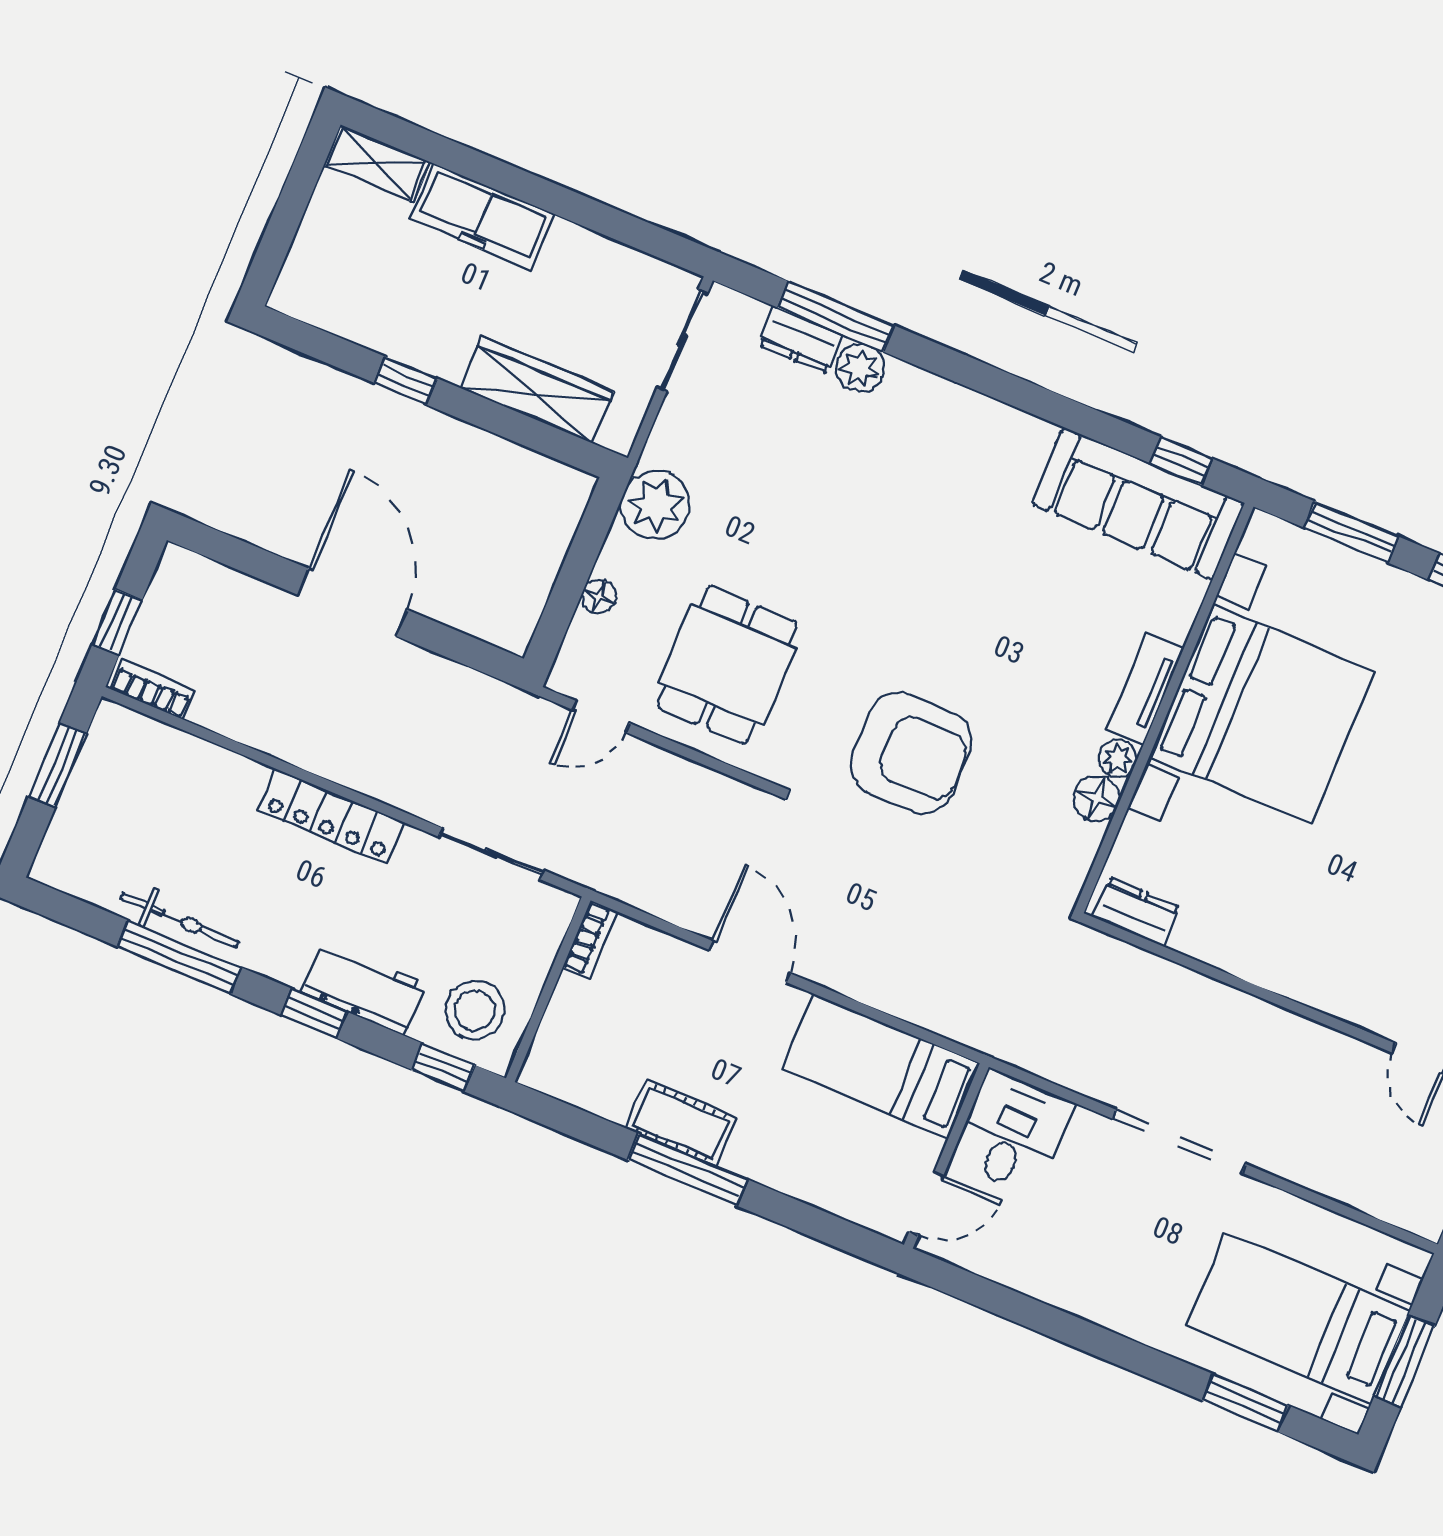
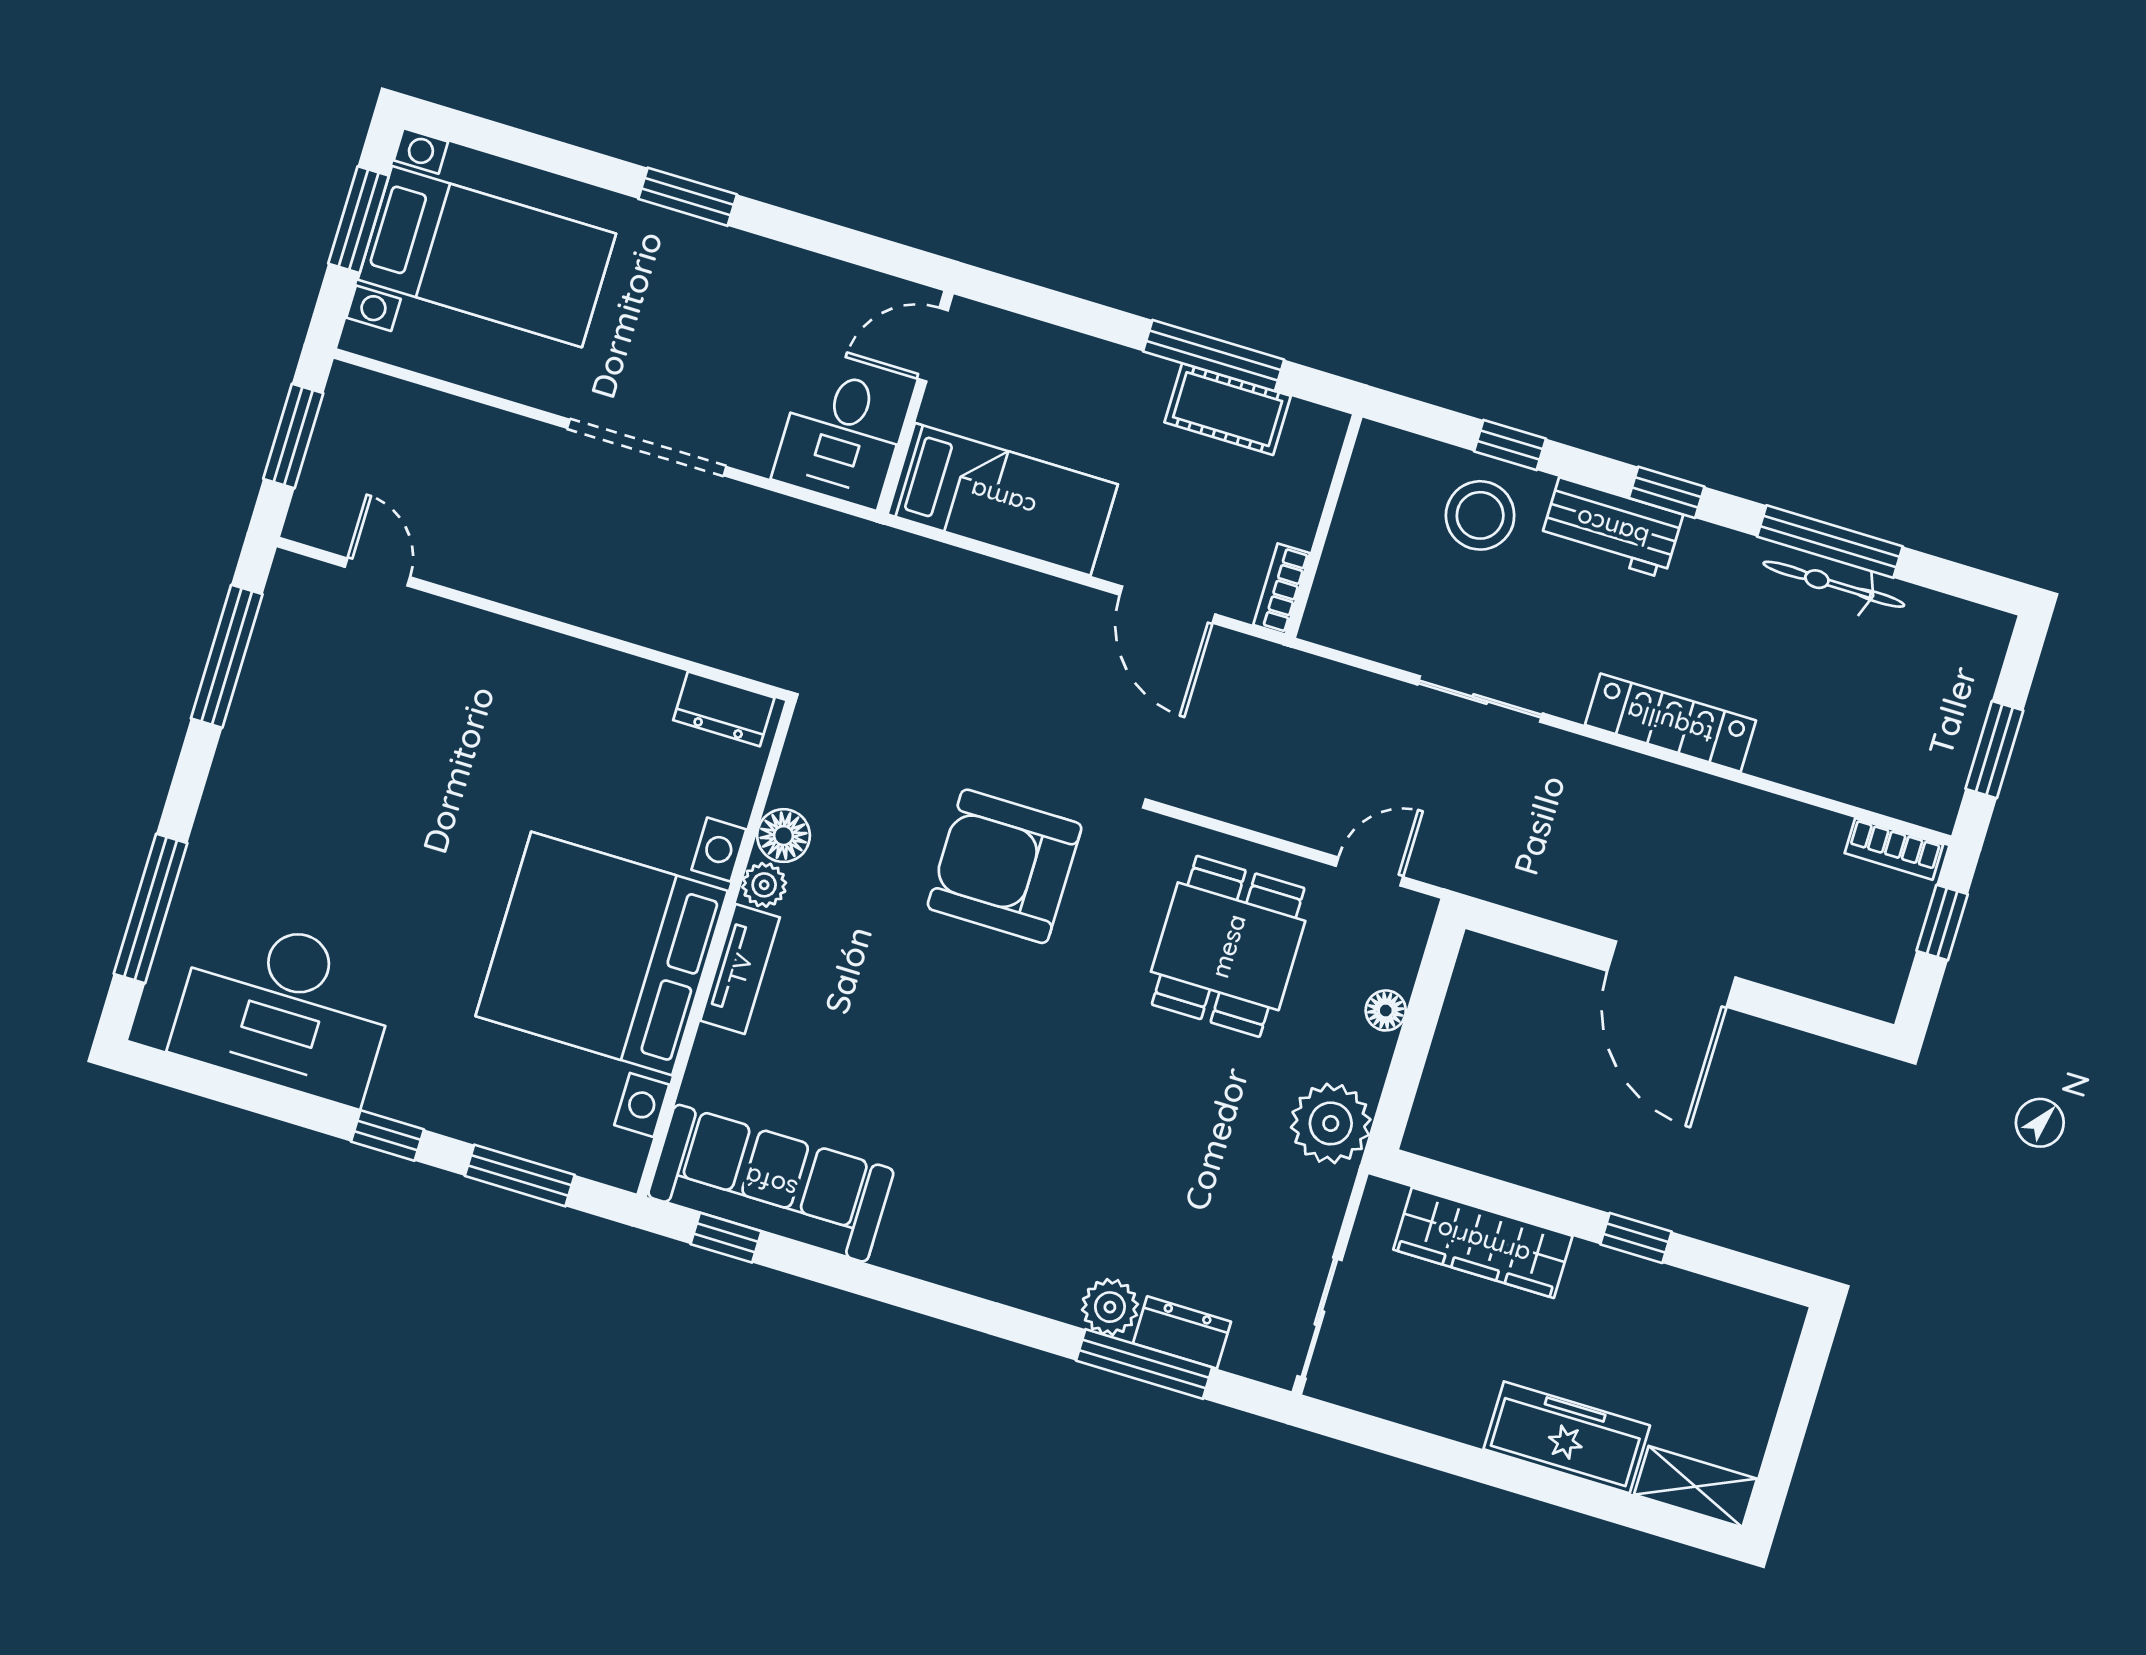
bookcase: (590, 939) -> (1282, 589), moved
wall: (548, 989) -> (1324, 526), moved
window: (1245, 1403) -> (688, 197), moved

